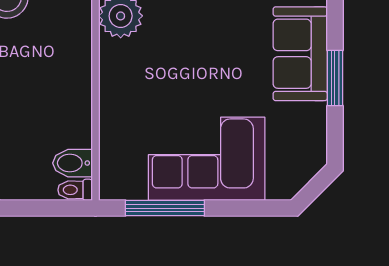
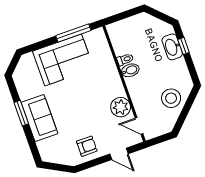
bidet: (73, 163) -> (130, 70), moved
toilet: (75, 190) -> (125, 59), moved

